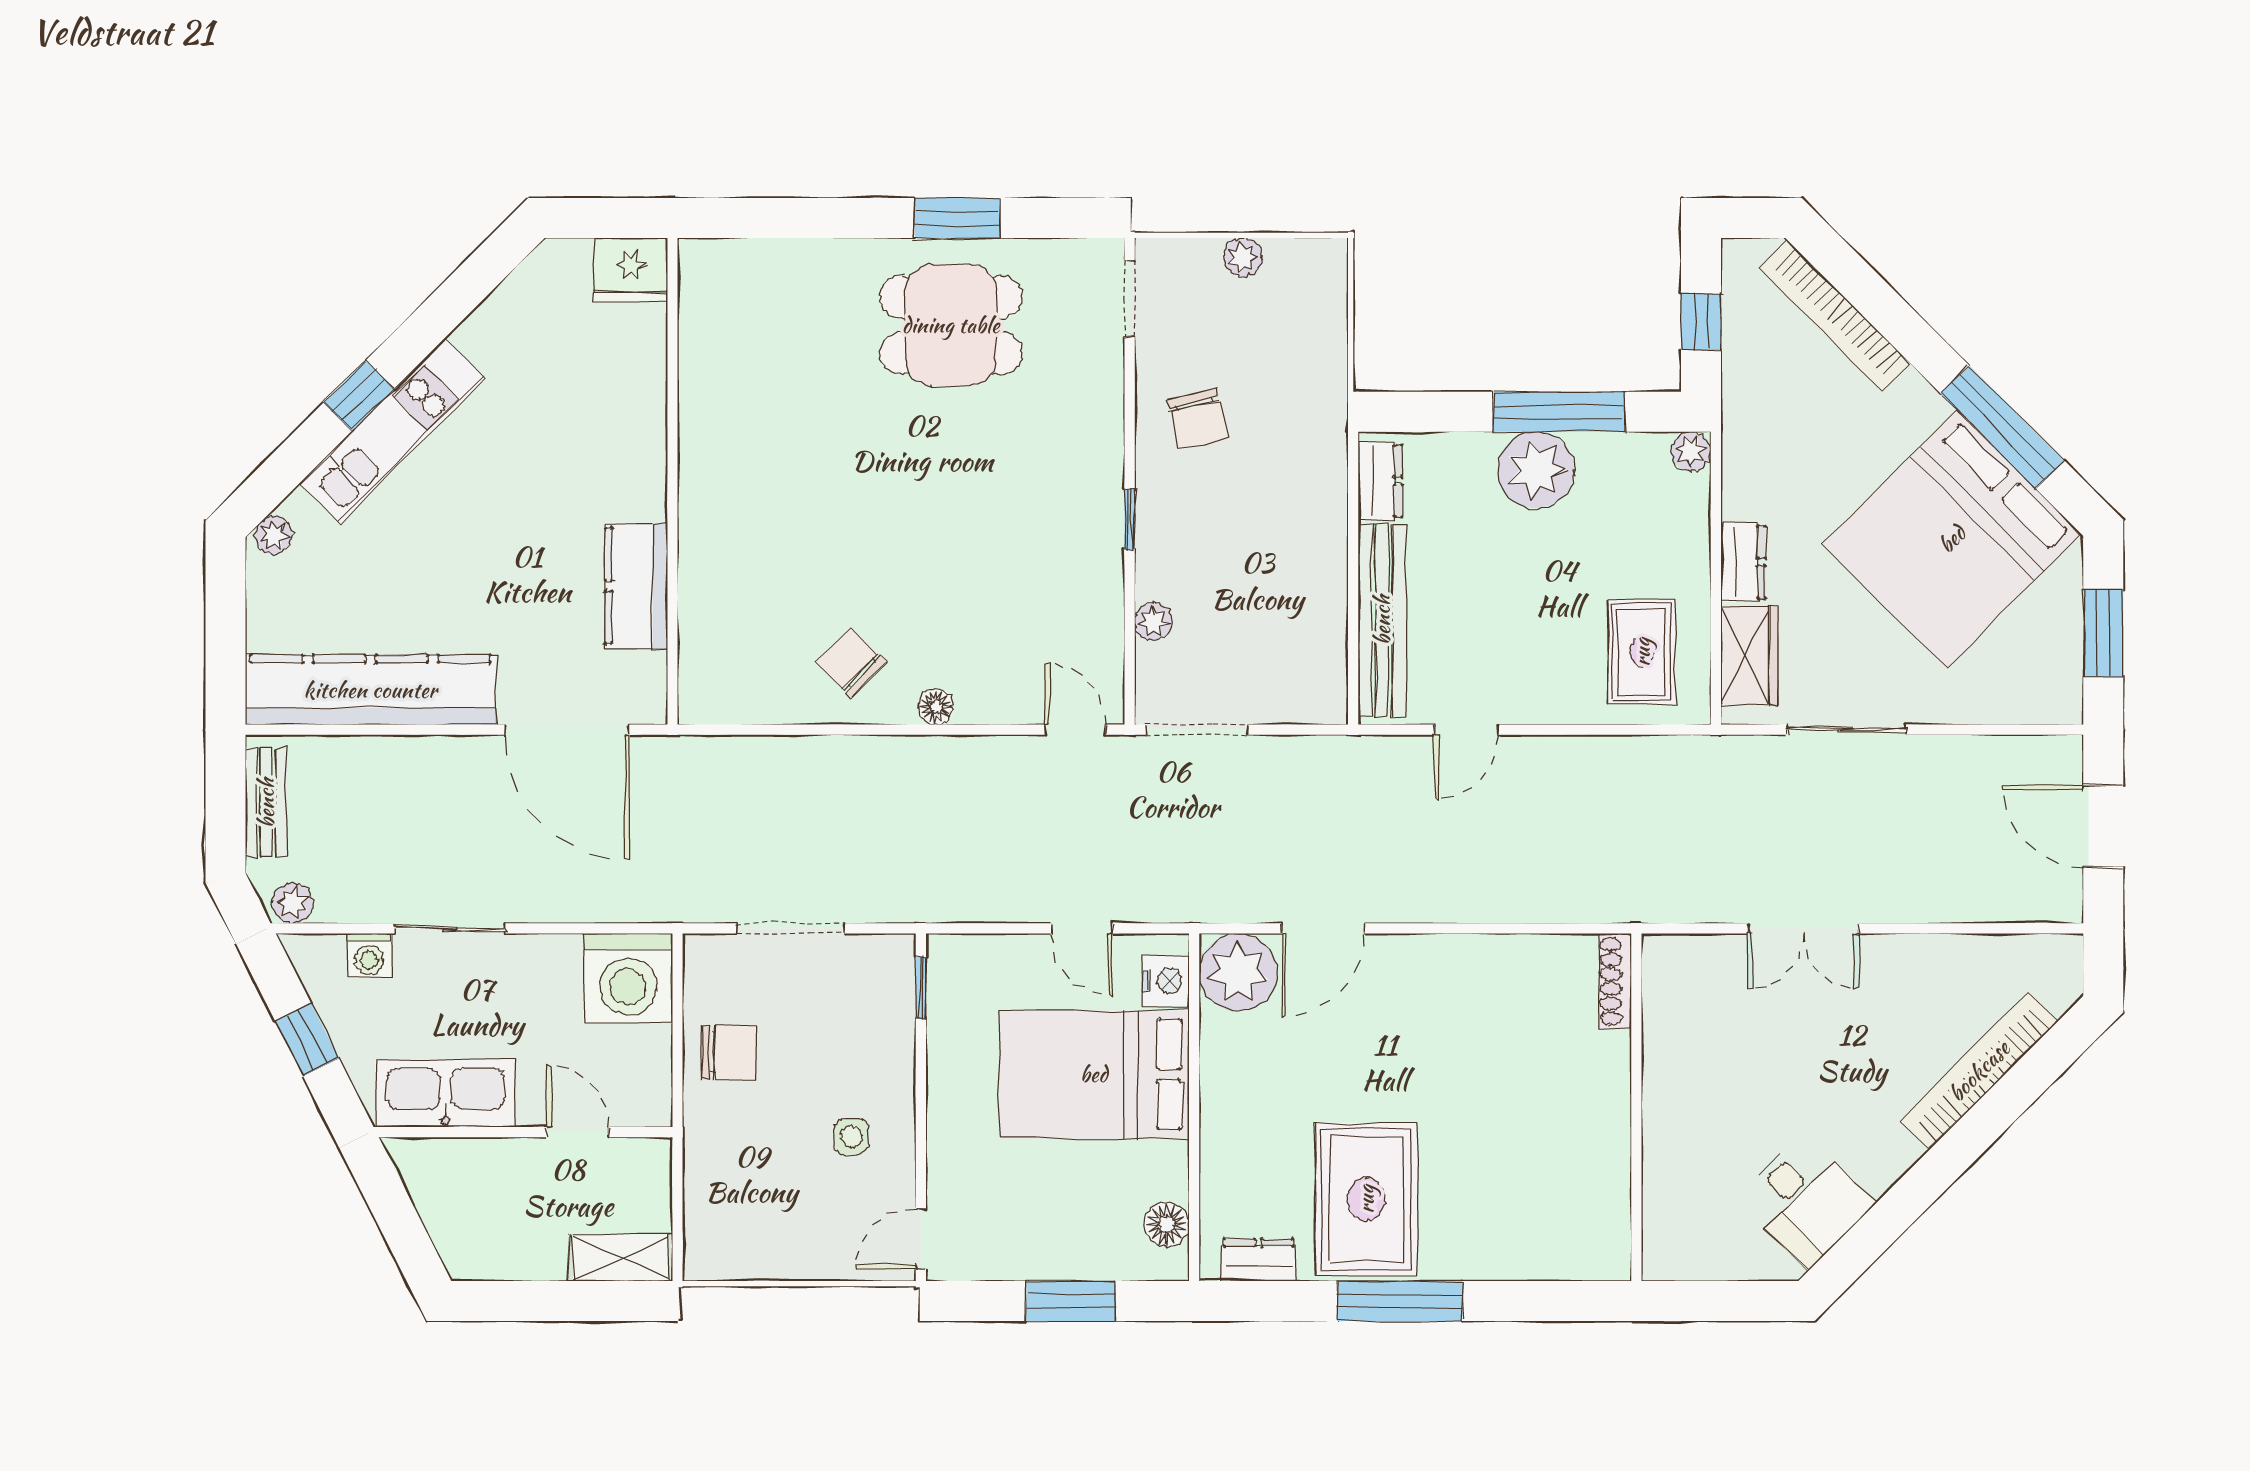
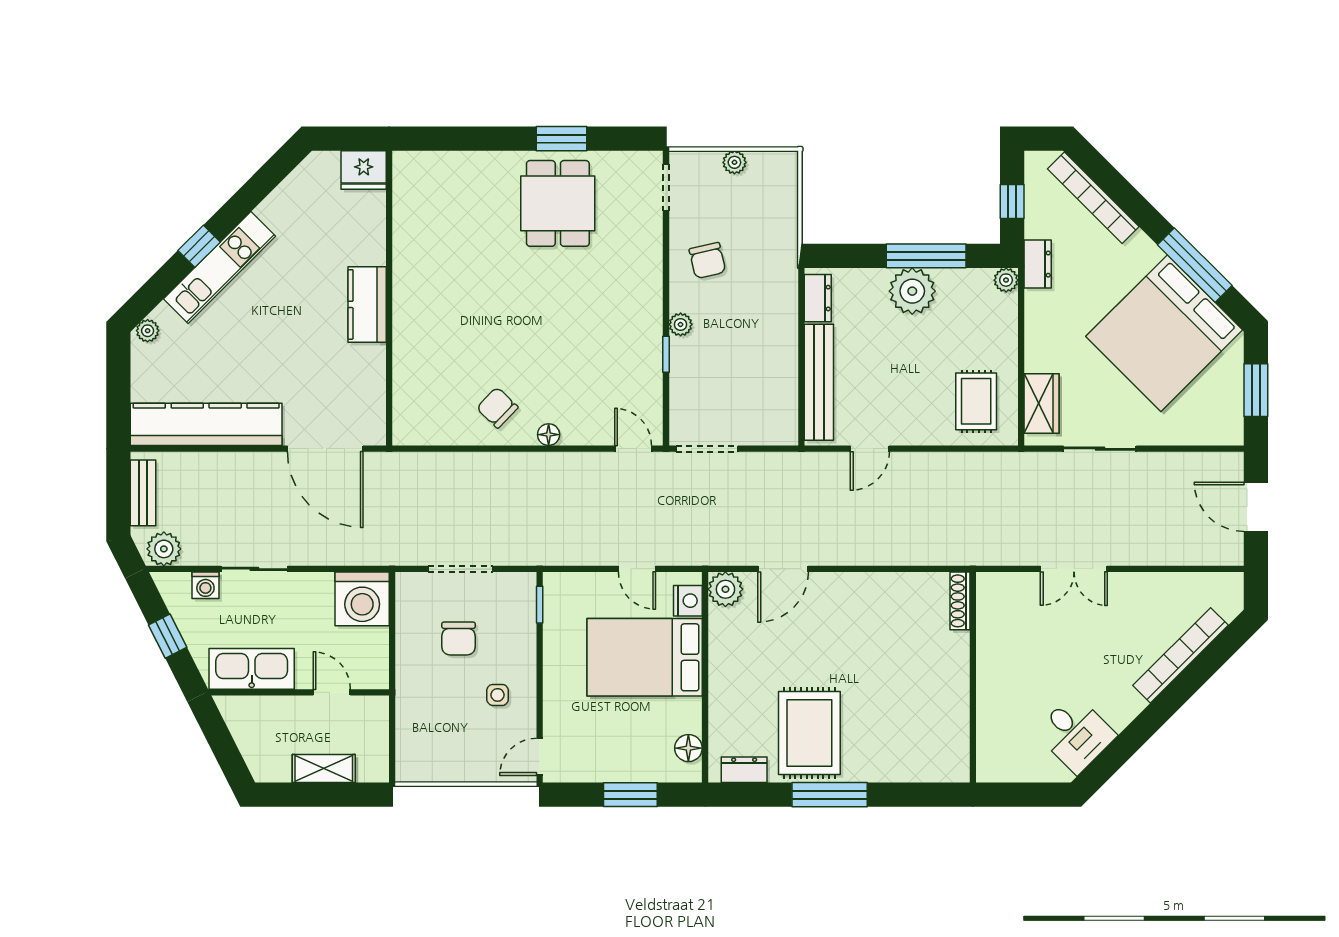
dining table: (951, 325) -> (558, 203), turned 90
window: (1130, 519) -> (666, 354), moved
dresser: (1743, 562) -> (1038, 264), moved
kitchen counter: (636, 586) -> (367, 304), moved
plant: (1154, 621) -> (681, 324), moved
plant: (293, 903) -> (164, 549), width x1.38, depth x1.38
plant: (1238, 972) -> (725, 589), width x0.73, depth x0.73
chair: (729, 1052) -> (459, 638), moved, turned 90
shelving: (621, 1258) -> (324, 768), moved

